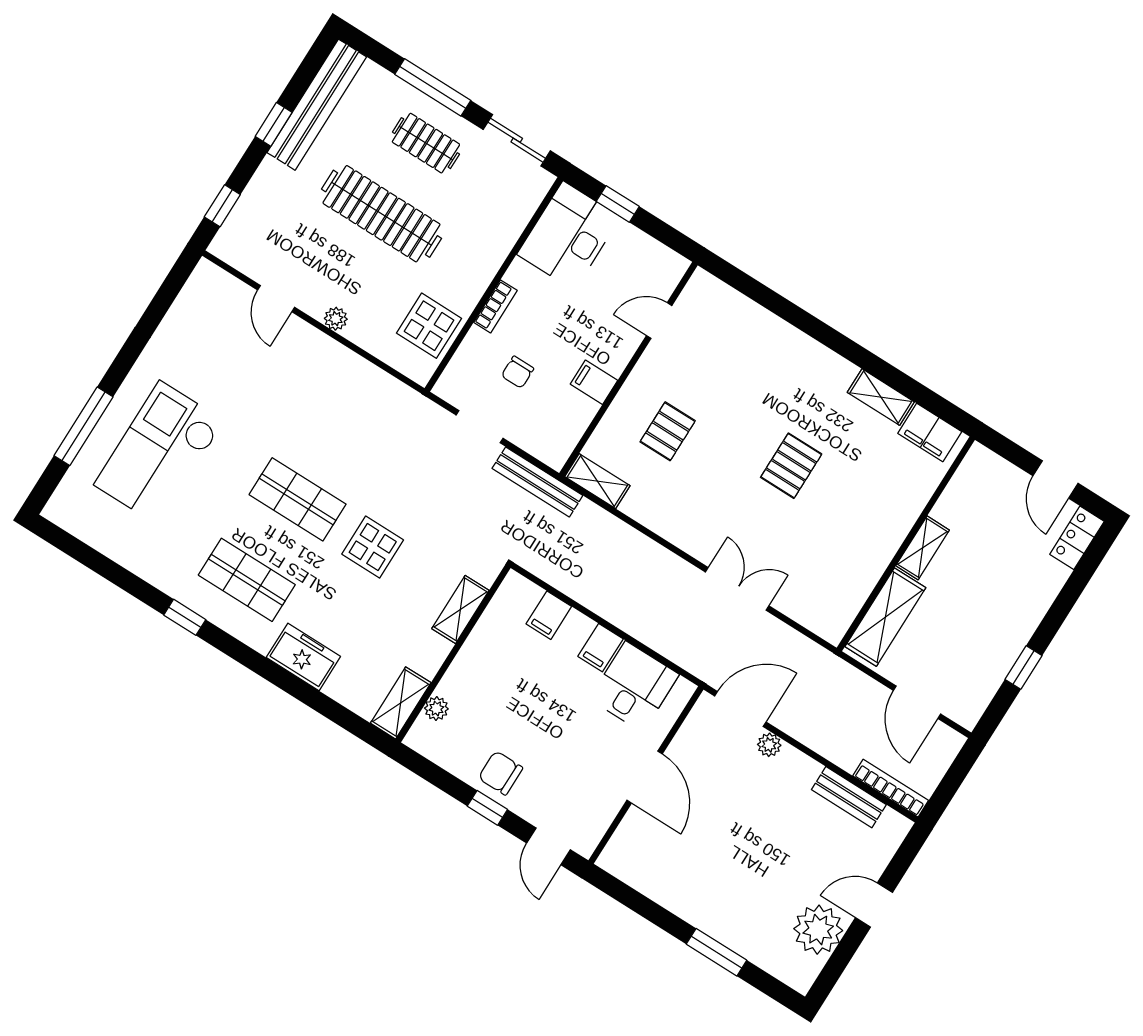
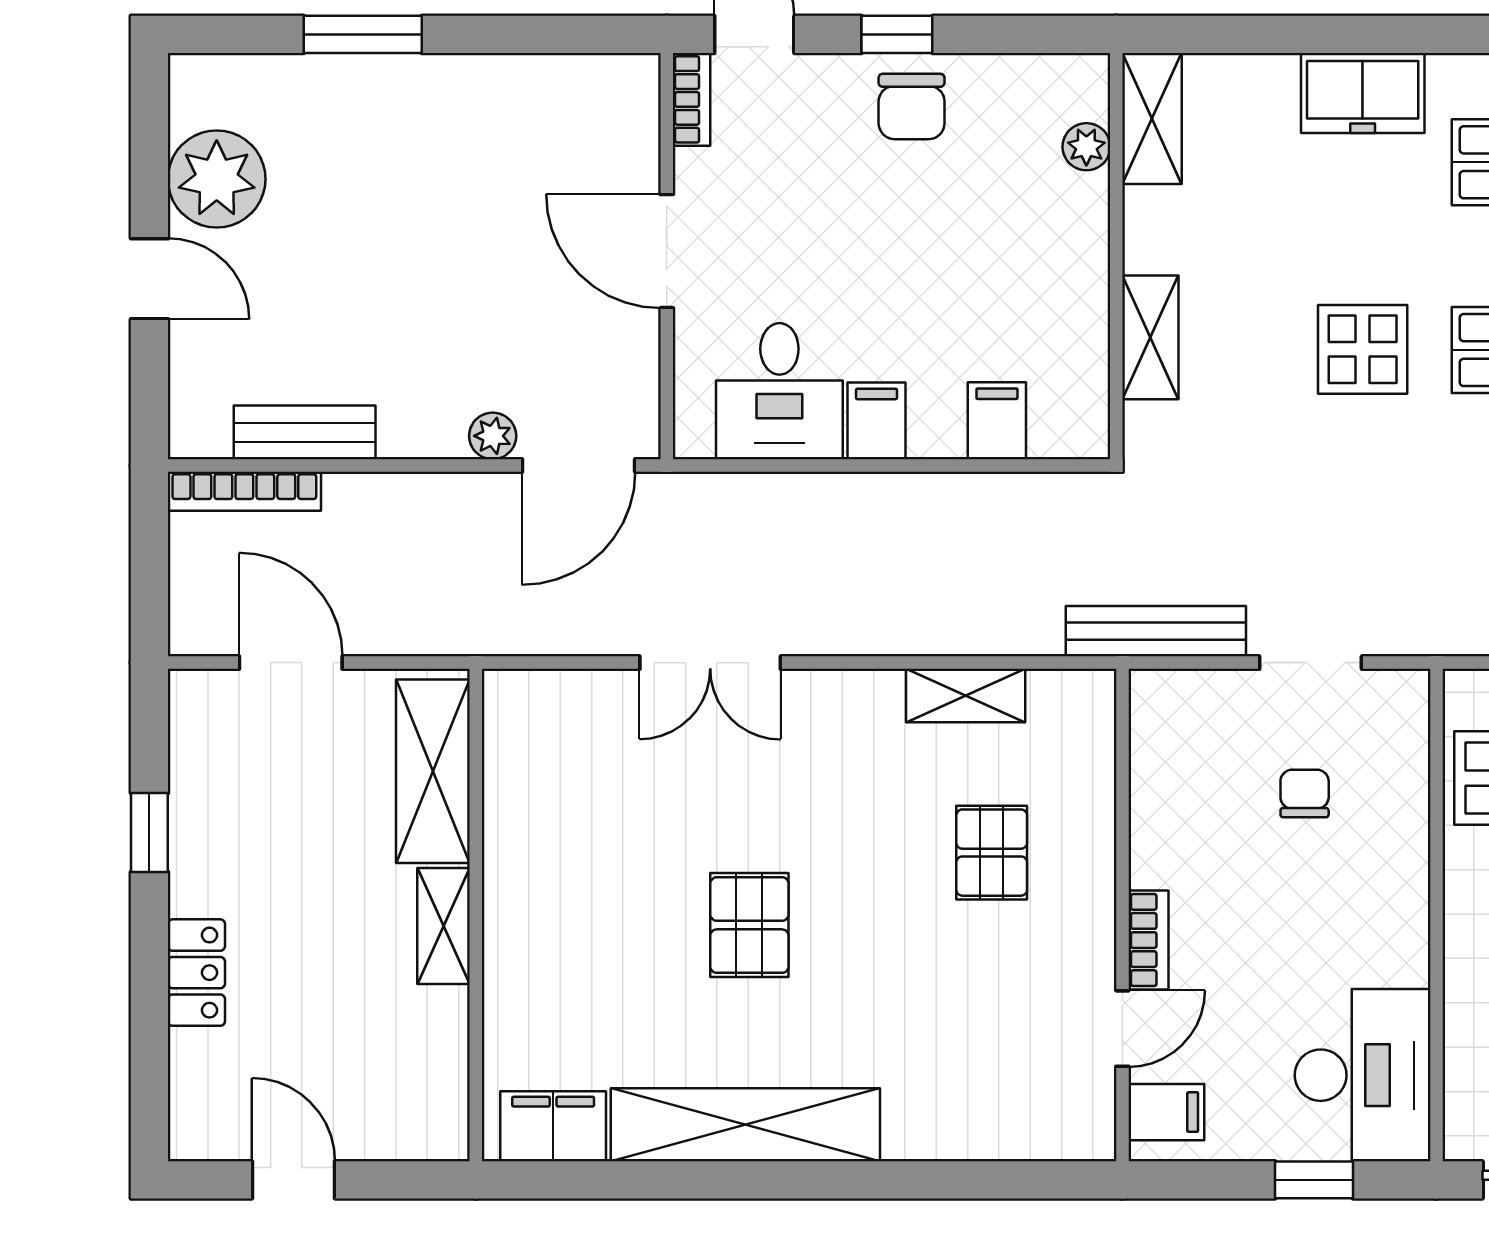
bookcase: (495, 306) -> (1148, 940), moved, turned 180
filing cabinet: (594, 382) -> (1166, 1112), moved
shelving: (881, 397) -> (745, 1125), width x2.20, depth x1.33
shelving: (597, 481) -> (966, 696), moved
locker: (1077, 538) -> (196, 973), moved
chair: (501, 773) -> (912, 107), turned 90
bookcase: (593, 835) -> (692, 99), added
door: (874, 905) -> (149, 279), hinge flipped

